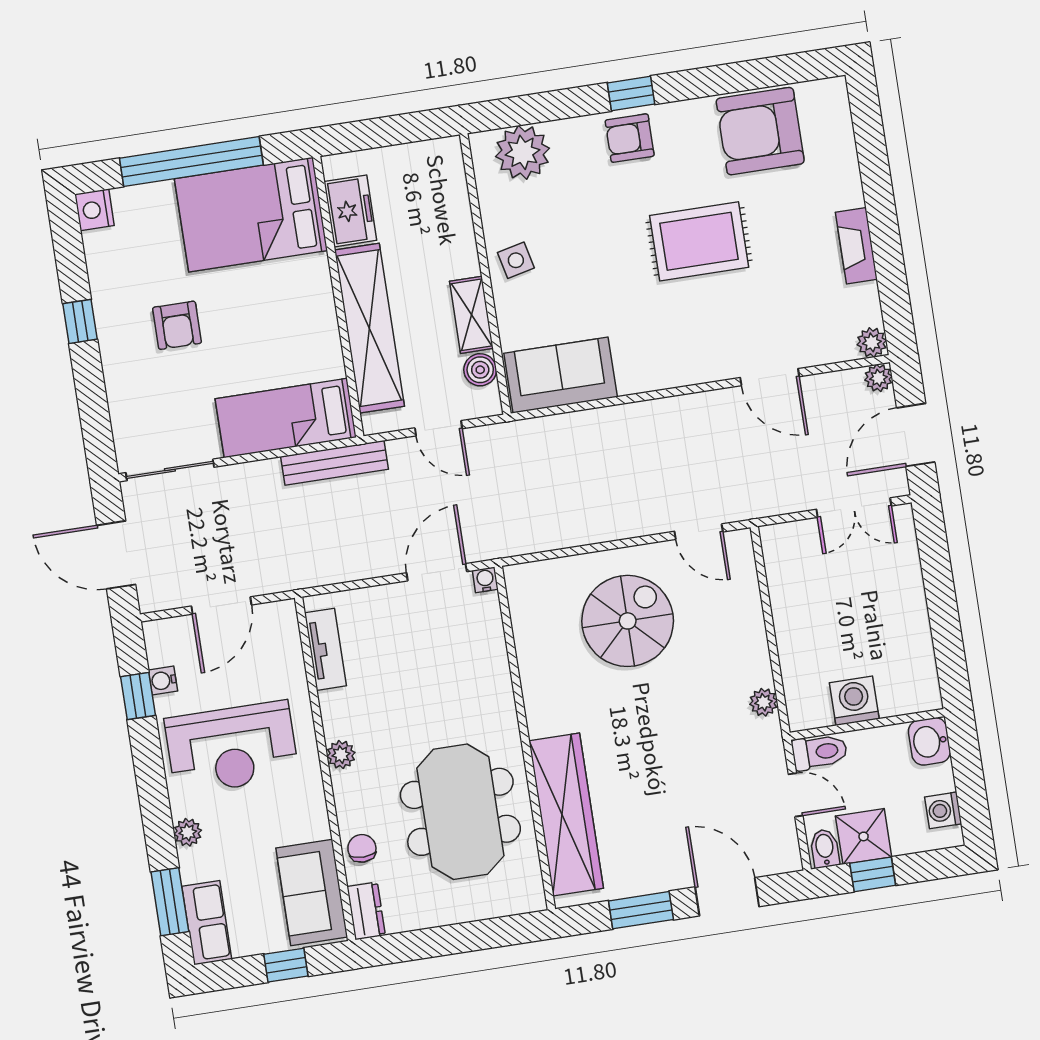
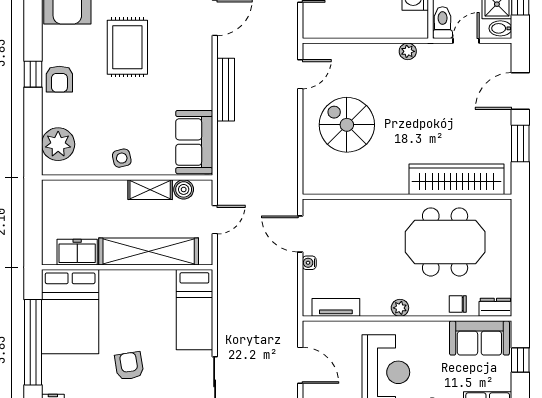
armchair: (177, 325) -> (129, 366), turned -99
bench: (335, 463) -> (226, 90), moved
water cooler: (485, 580) -> (309, 263), moved

